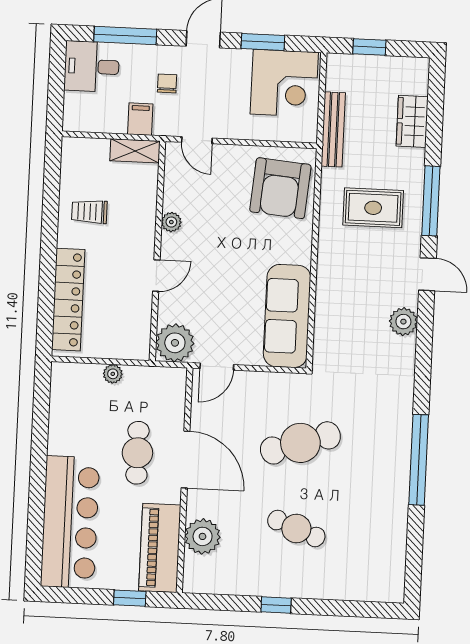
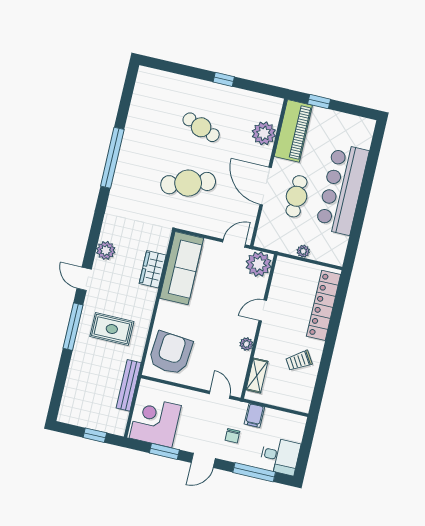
wardrobe: (412, 121) -> (153, 269), moved, turned 180
shelving: (135, 151) -> (257, 375), moved, turned 90
trolley: (89, 212) -> (299, 361), turned 148
bar counter: (70, 522) -> (342, 189), moved

